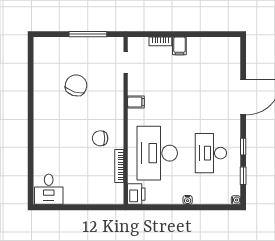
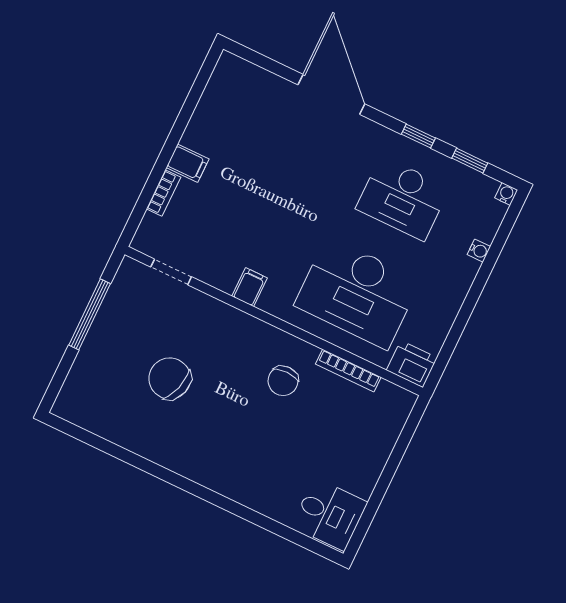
water cooler: (188, 200) -> (479, 251), moved

